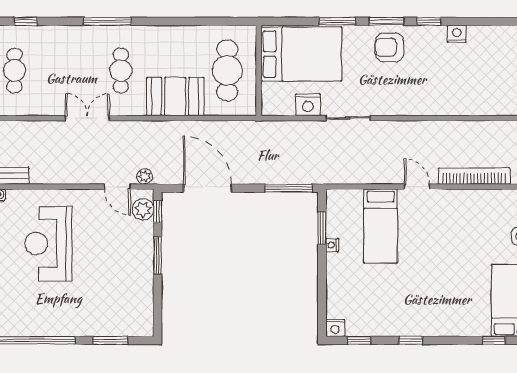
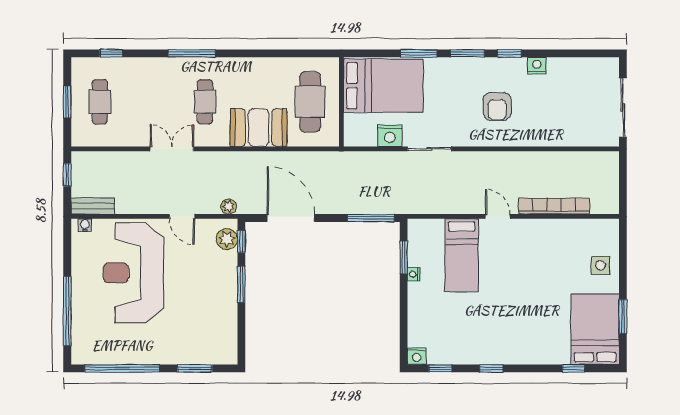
armchair: (389, 47) -> (497, 106), moved, turned -90
door: (117, 187) -> (182, 216), moved
reception desk: (48, 244) -> (133, 273), width x1.36, depth x1.30

